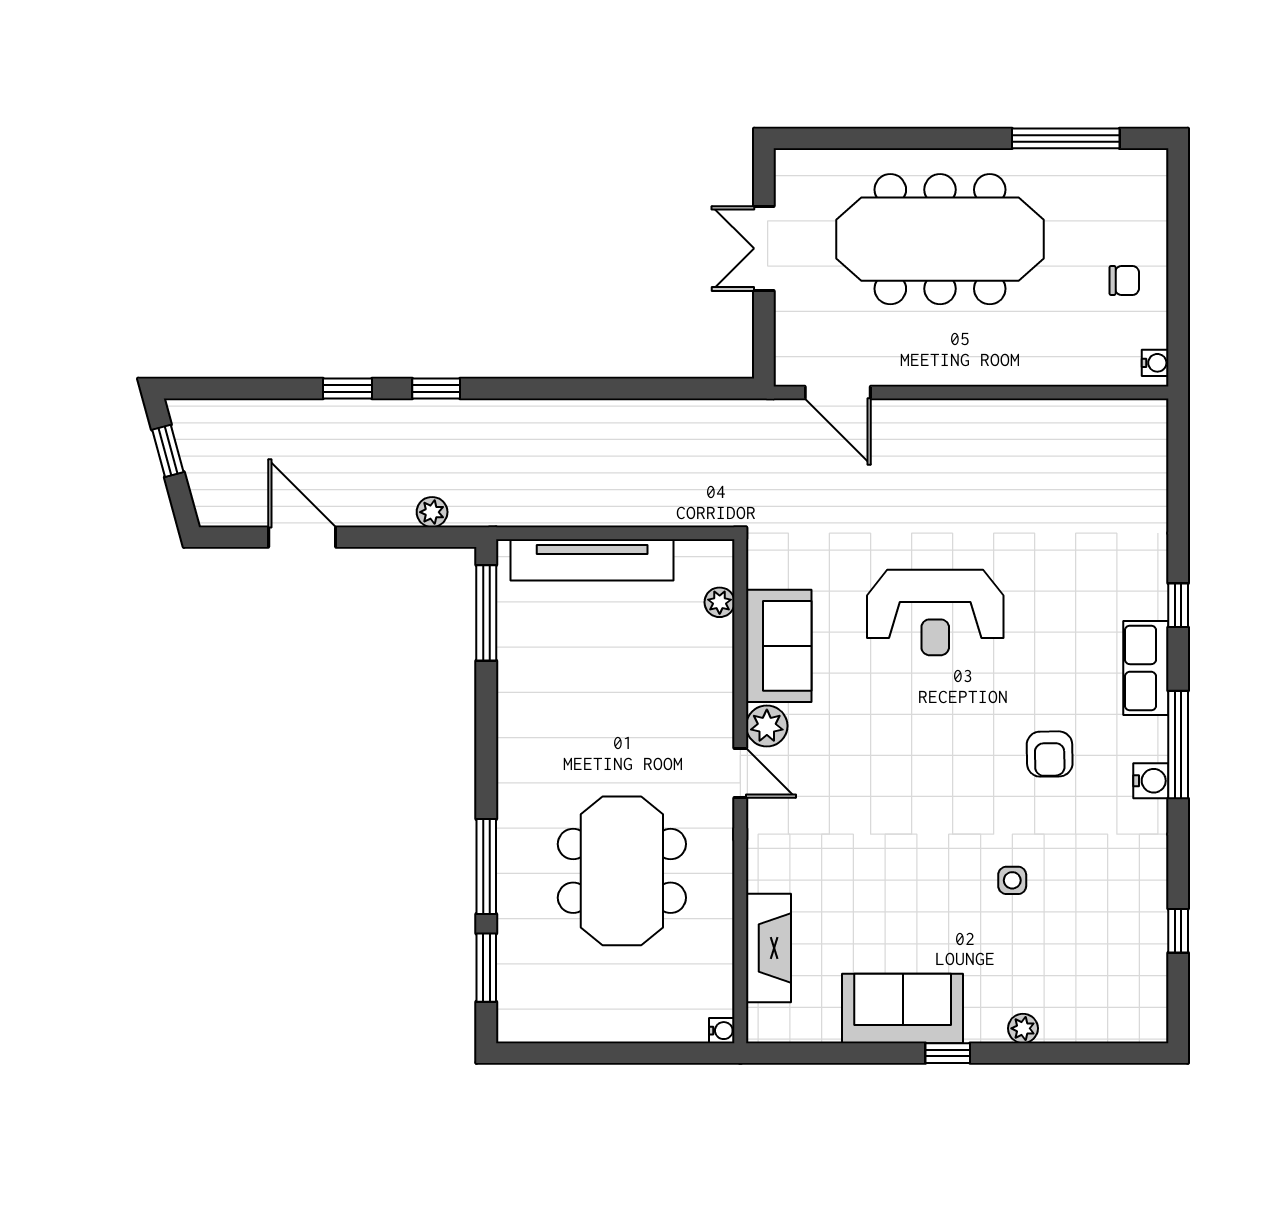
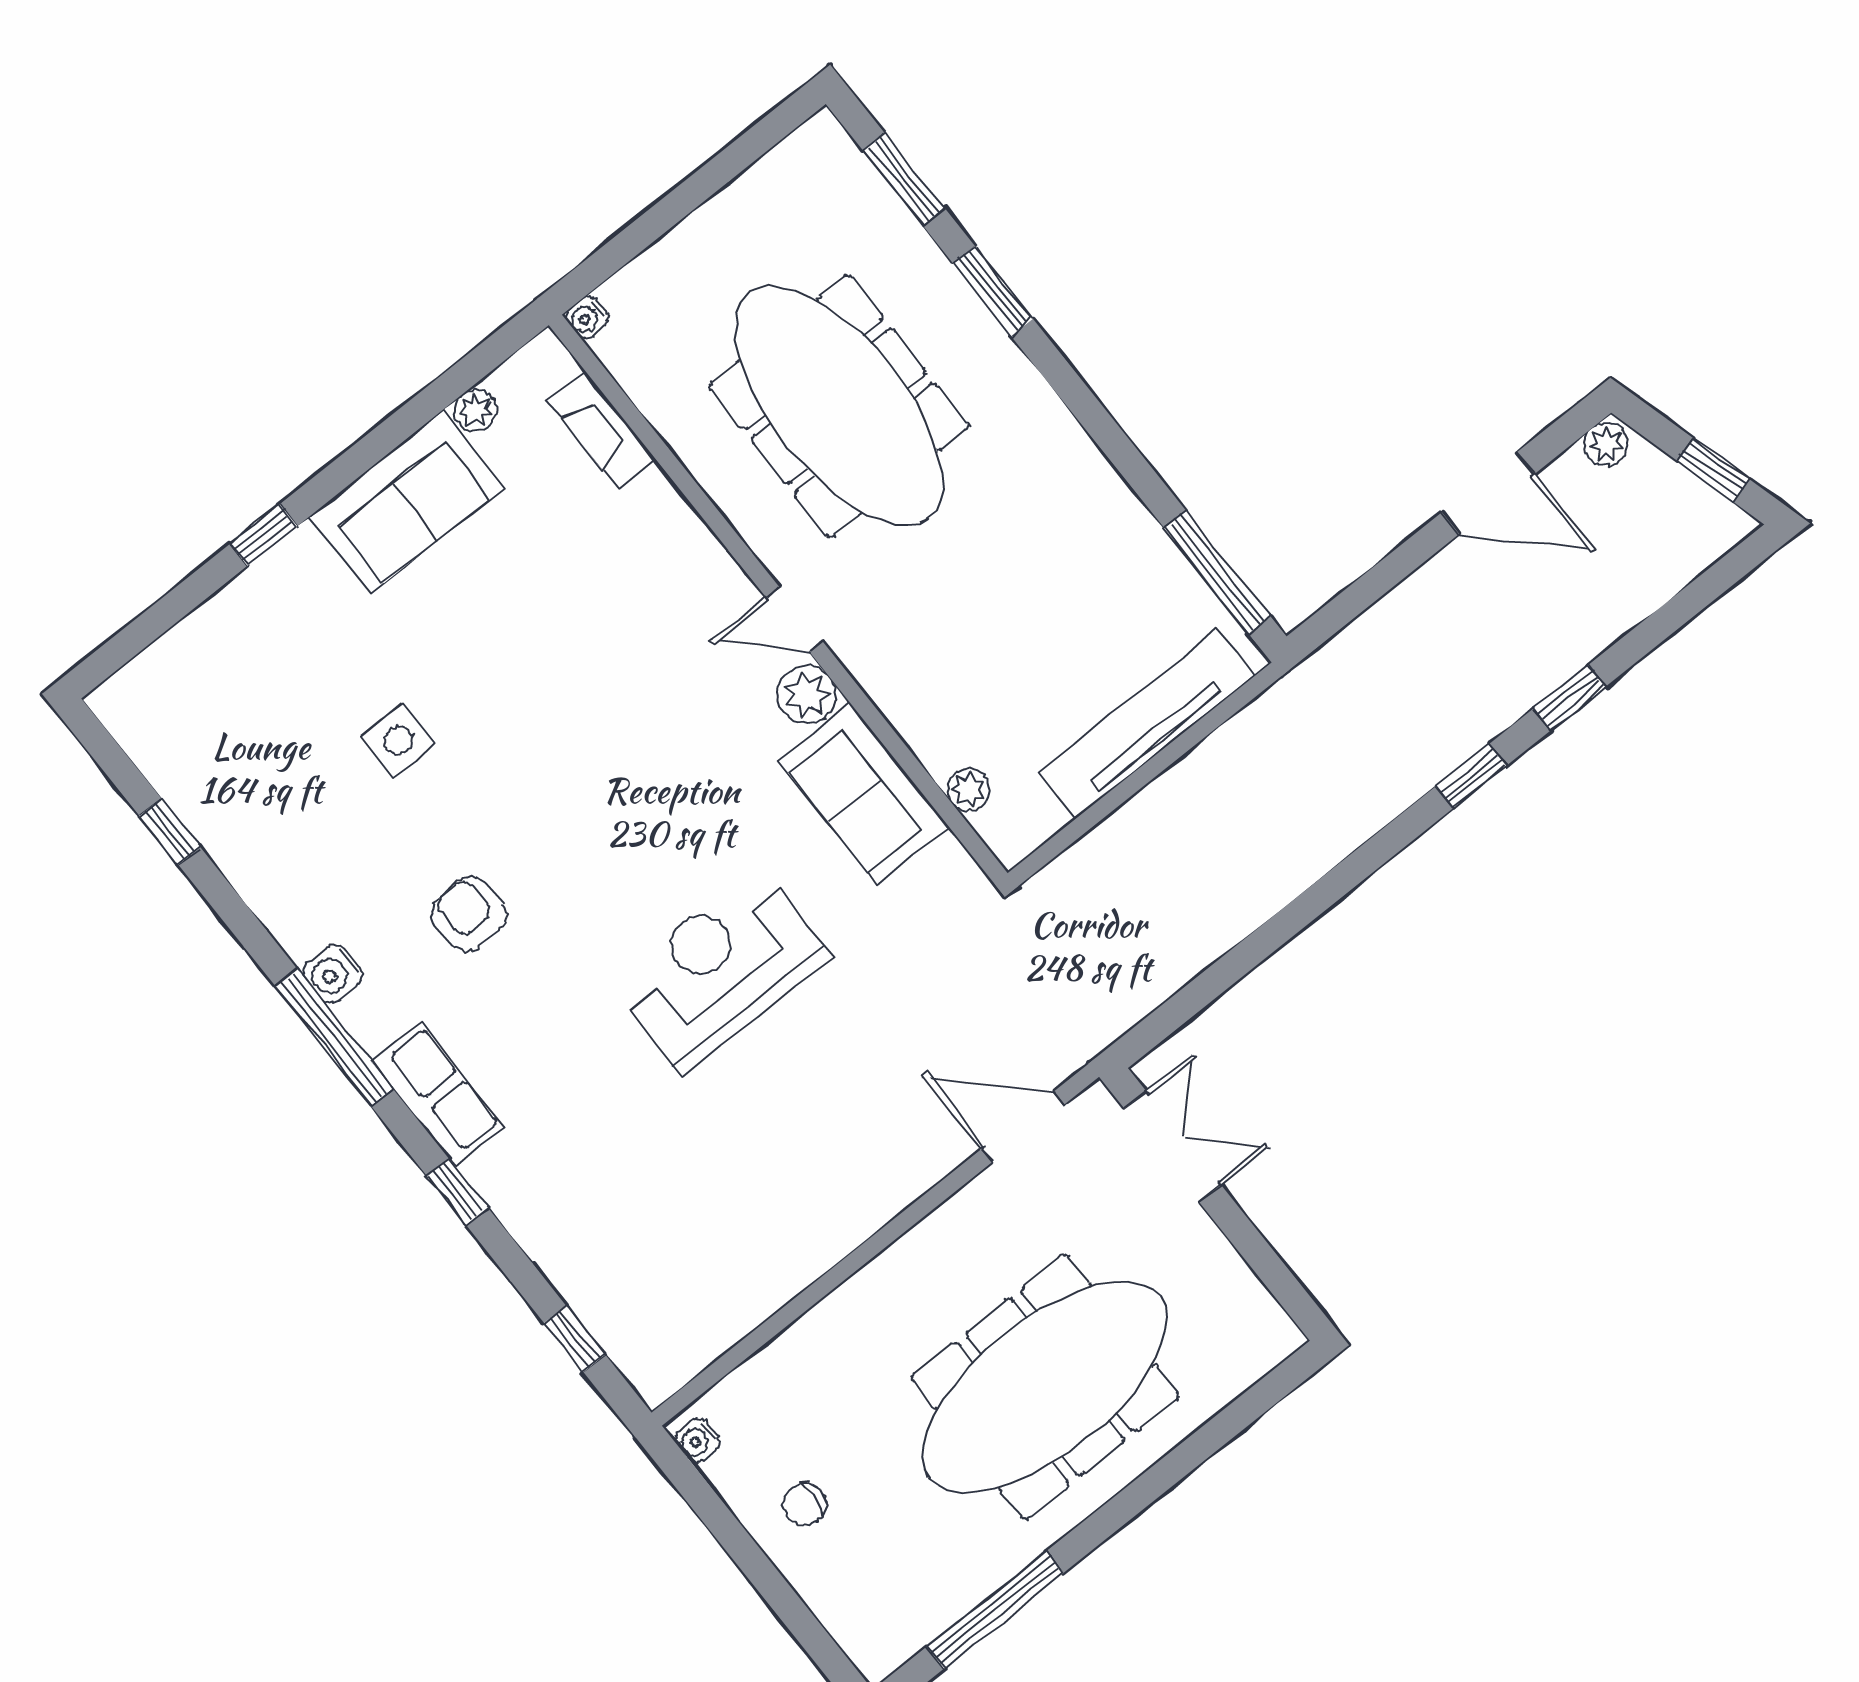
double door: (764, 248) -> (1173, 1147), moved
window: (1178, 473) -> (575, 1339), added
plant: (432, 512) -> (1606, 444), moved
window: (486, 866) -> (993, 291), width x0.69
meeting table: (622, 871) -> (839, 406), width x1.36
side table: (1012, 880) -> (398, 741), width x1.37, depth x1.37
fireplace: (769, 948) -> (601, 429), width x0.73, depth x0.76
plant: (1023, 1028) -> (475, 410), moved
window: (948, 1053) -> (264, 535), moved

